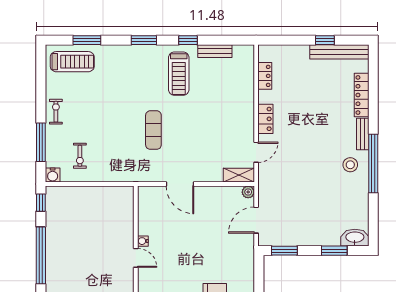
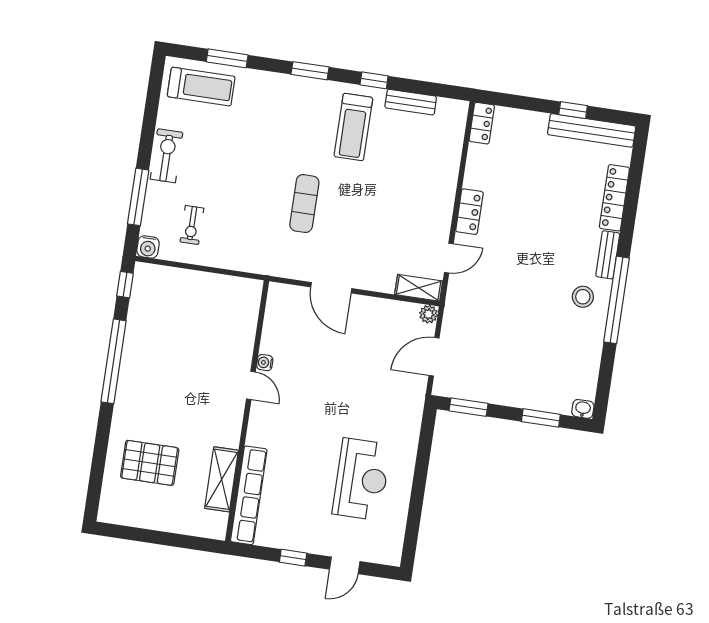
locker: (265, 76) -> (482, 123), moved
exercise bike: (56, 112) -> (166, 156), width x1.38, depth x1.39
washbasin: (355, 238) -> (583, 409), width x0.52, depth x0.69

